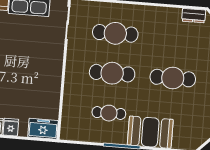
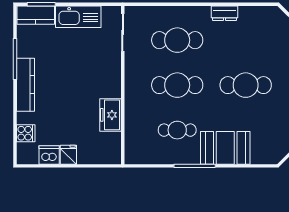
dresser: (194, 16) -> (224, 13), moved
freezer: (43, 129) -> (110, 115), moved, turned -90

